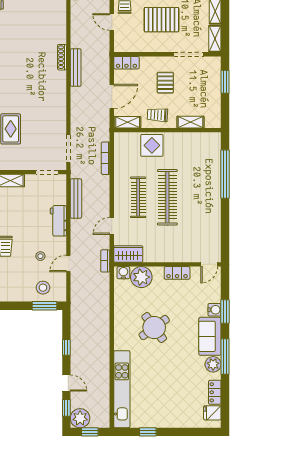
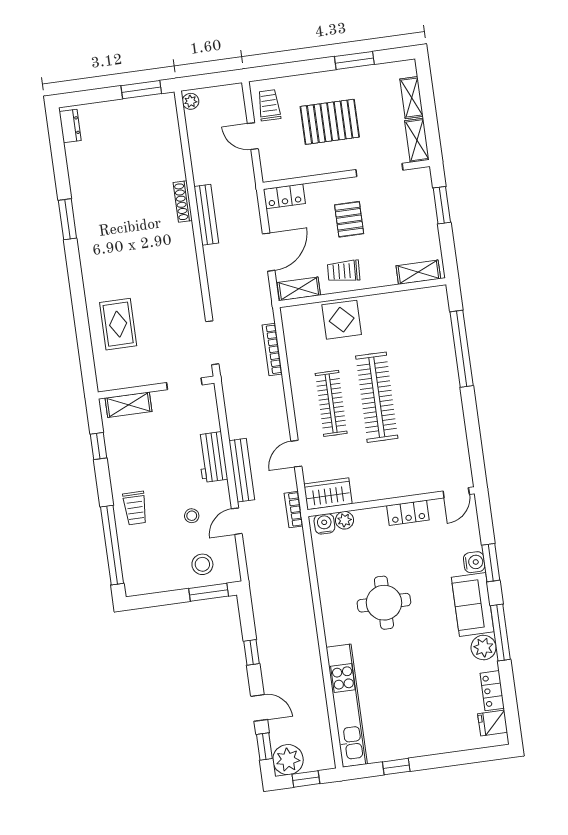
shelving: (190, 122) -> (418, 272), moved
bench: (76, 199) -> (242, 470), moved
plant: (141, 277) -> (344, 520), width x0.53, depth x0.53
round table: (154, 328) -> (384, 603), turned 36

